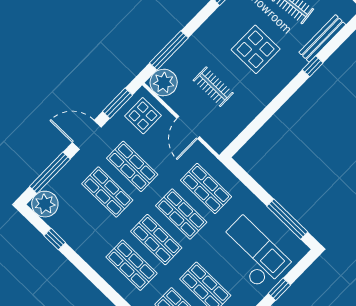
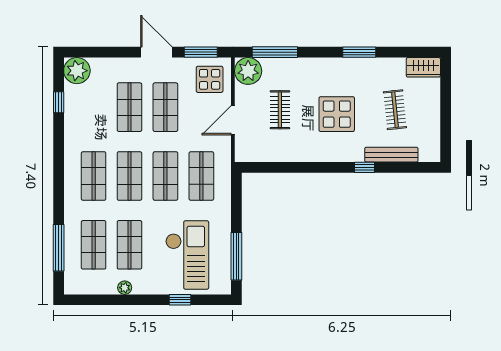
window: (50, 173) -> (103, 52), removed

